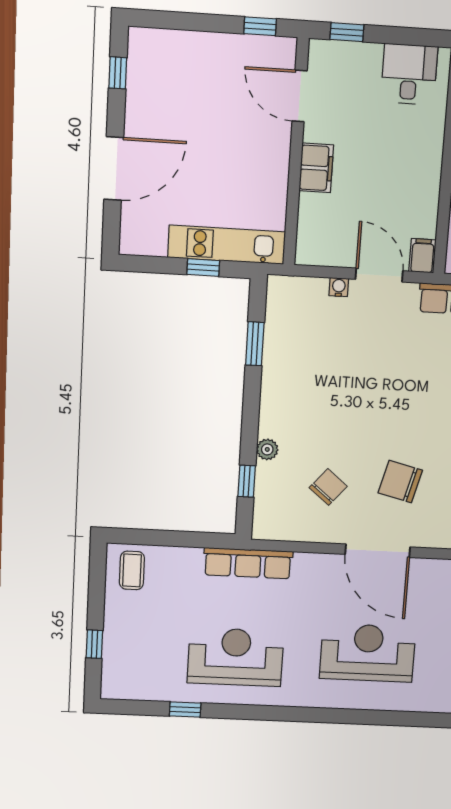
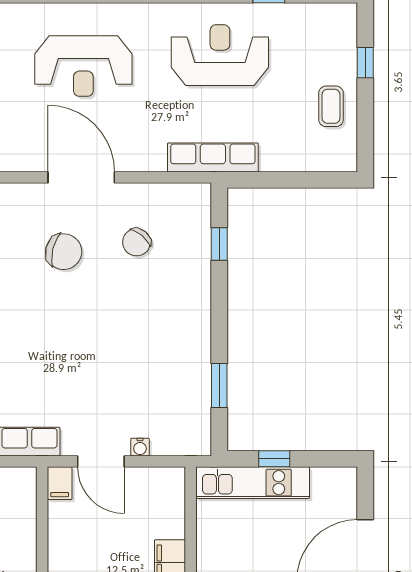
plant: (267, 449) -> (200, 278), removed
coffee table: (132, 570) -> (331, 106), moved
reception desk: (235, 657) -> (220, 55), turned 180

